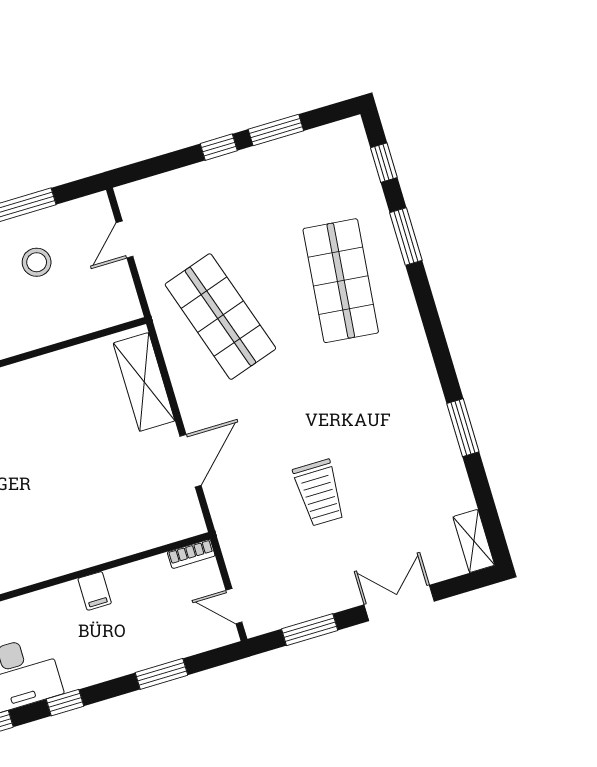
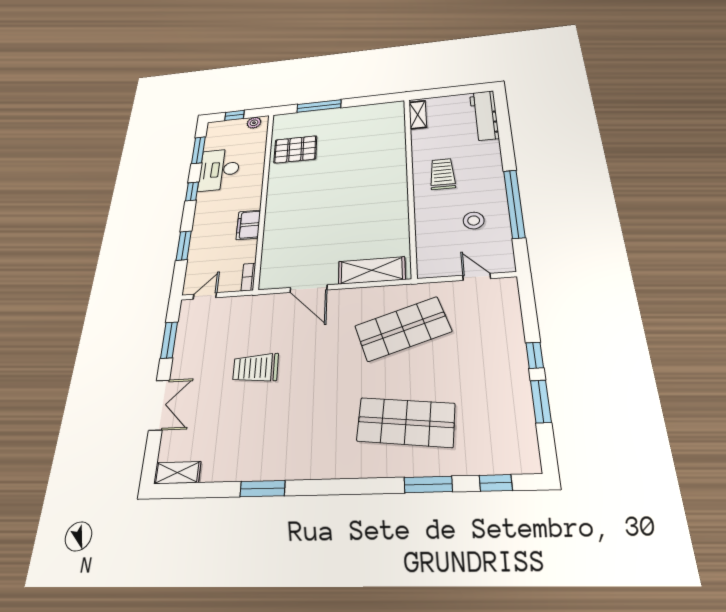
filing cabinet: (95, 591) -> (248, 225), width x2.00

